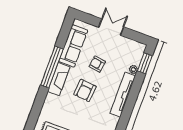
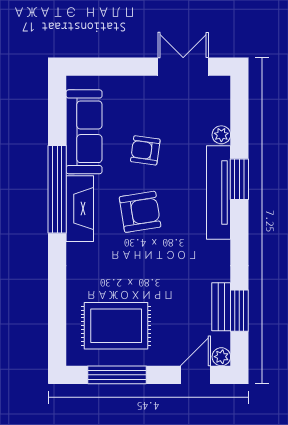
double door: (111, 27) -> (183, 67), moved
window: (145, 63) -> (239, 179), moved
armchair: (85, 90) -> (140, 212), turned -104

